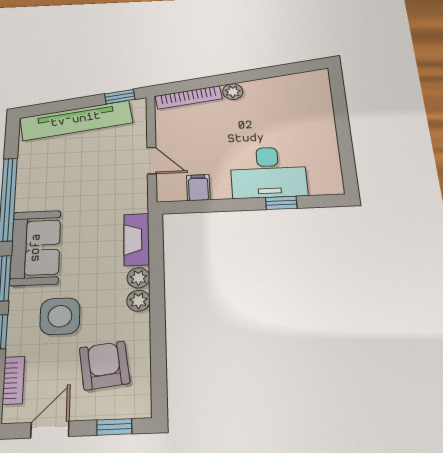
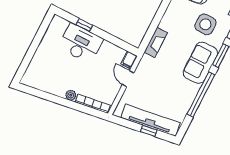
window: (120, 97) -> (149, 131), moved
filing cabinet: (198, 188) -> (129, 60), moved
plant: (138, 278) -> (164, 24), removed
plant: (138, 301) -> (170, 13), removed

